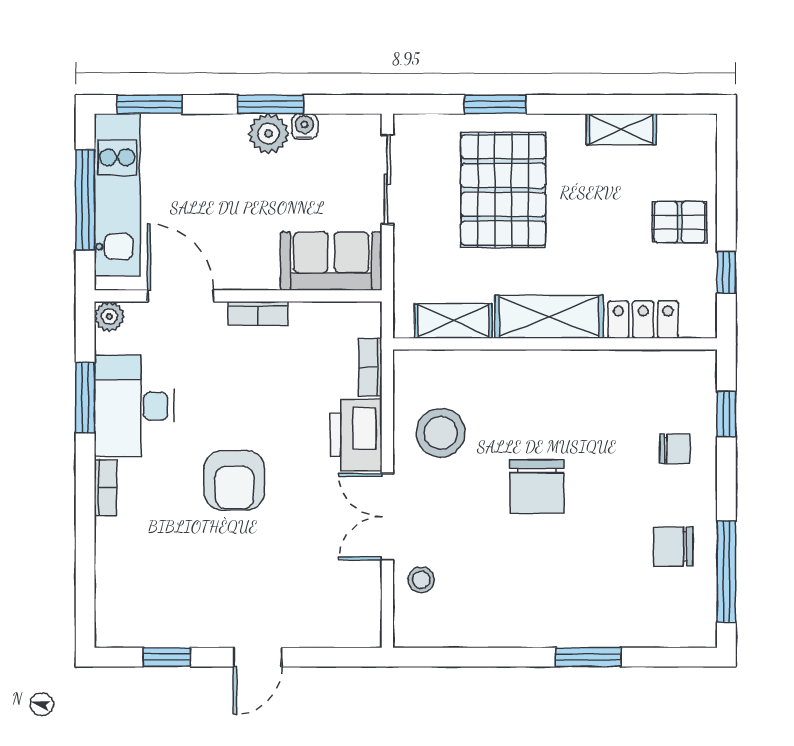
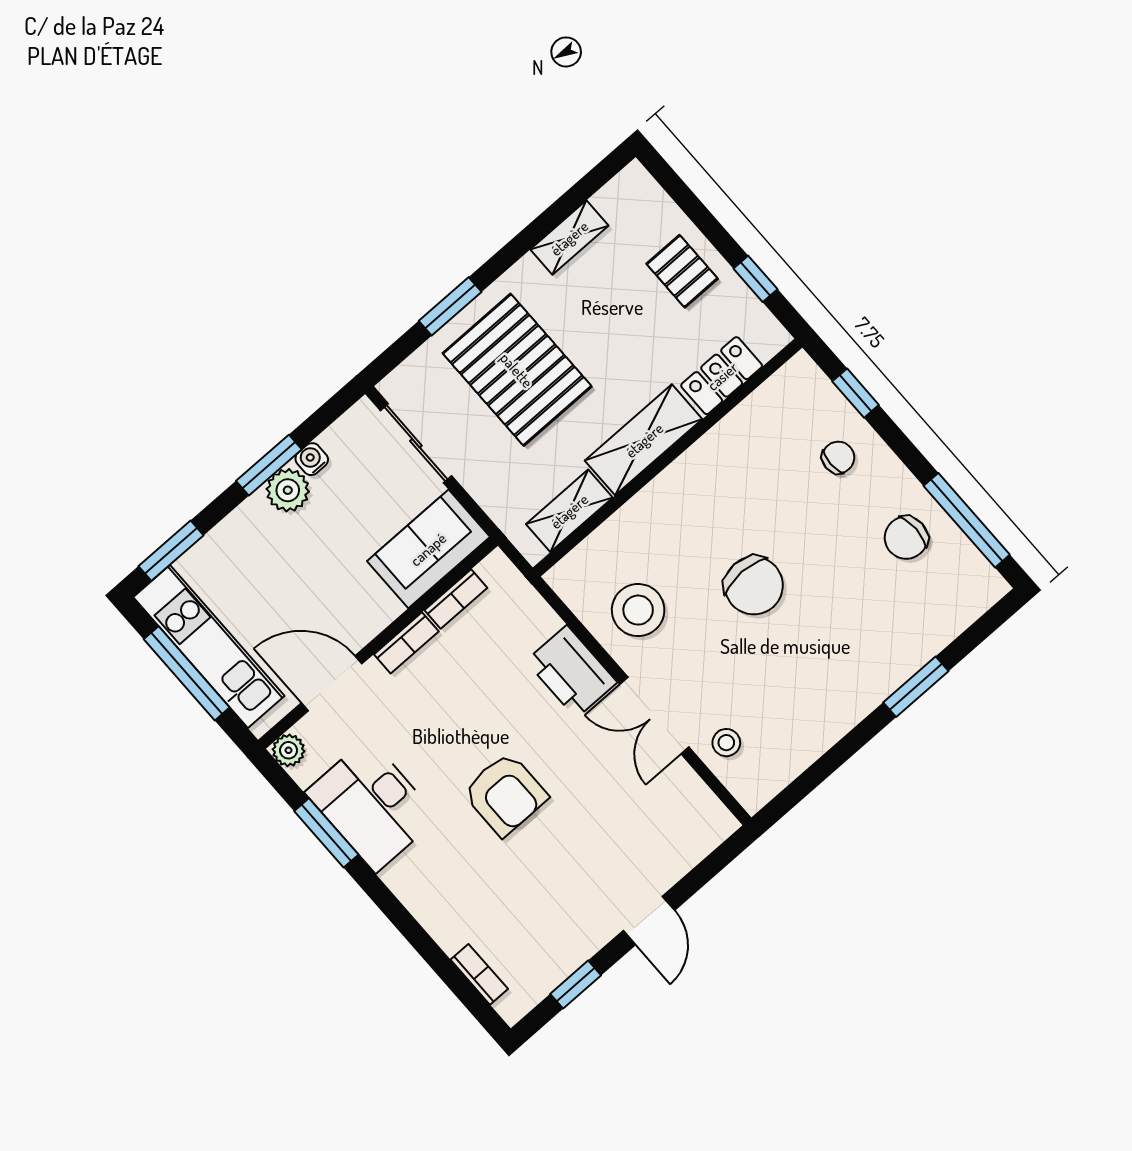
pallet: (680, 222) -> (682, 271), turned 90
bookcase: (370, 367) -> (456, 599), moved, turned -90
bookcase: (106, 488) -> (479, 974), moved

